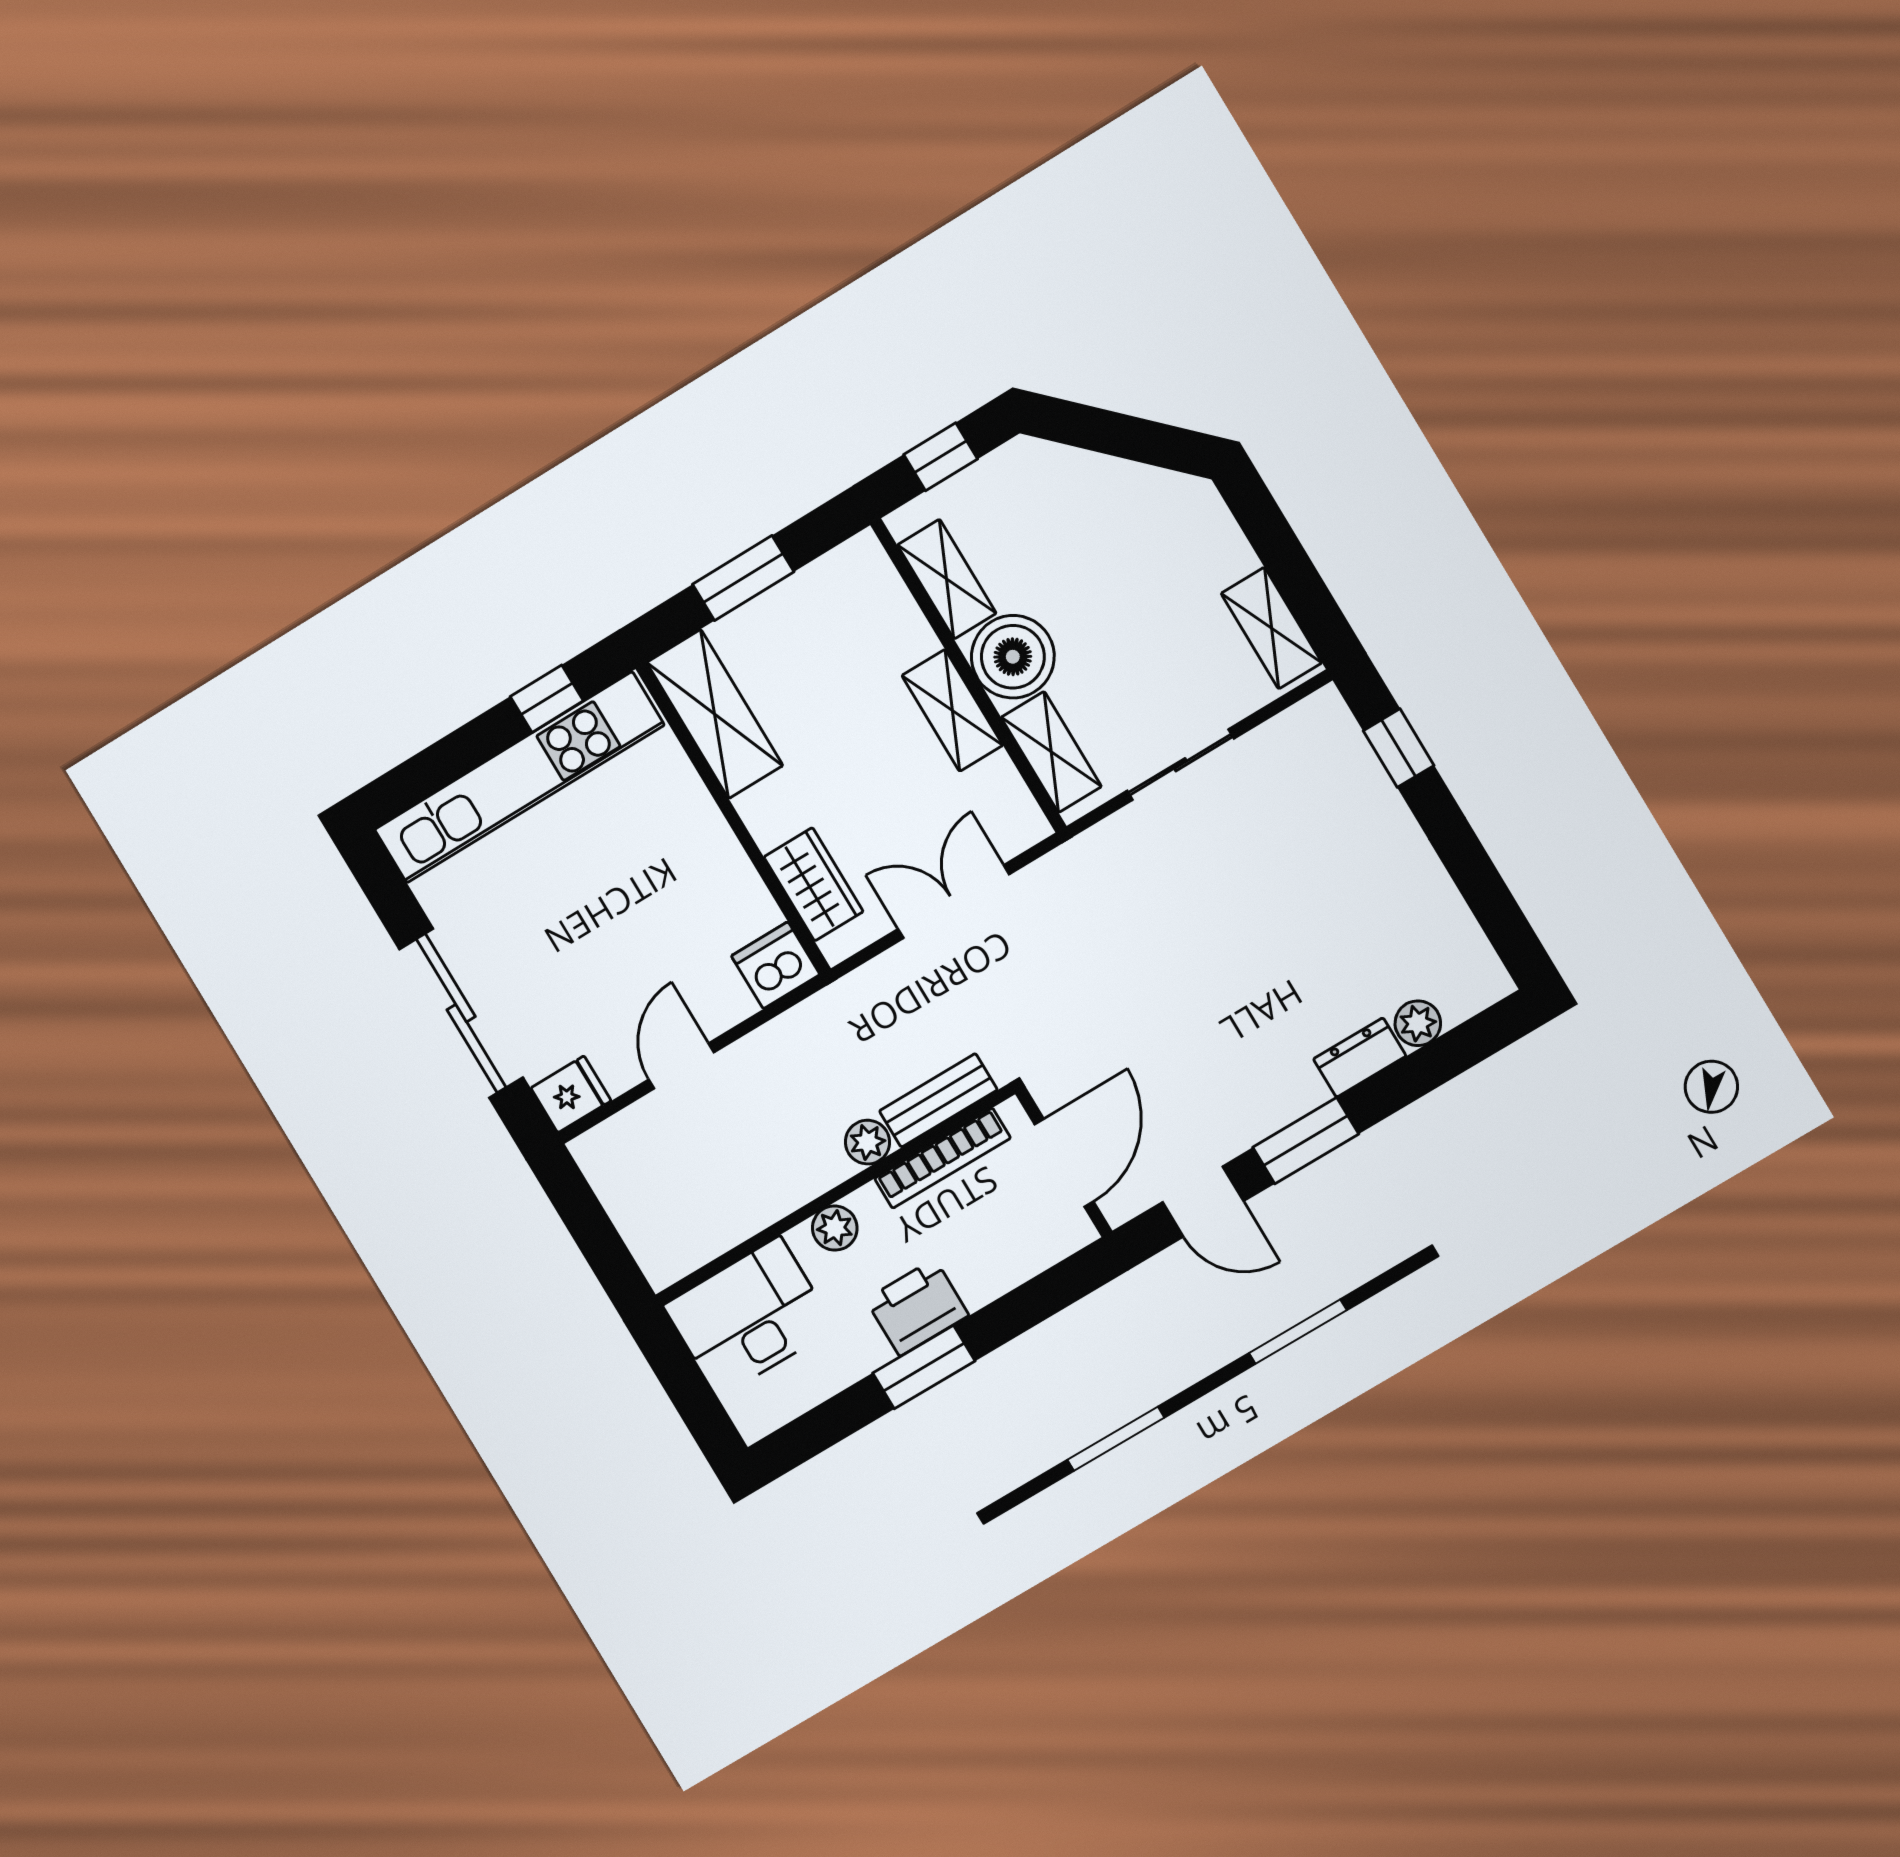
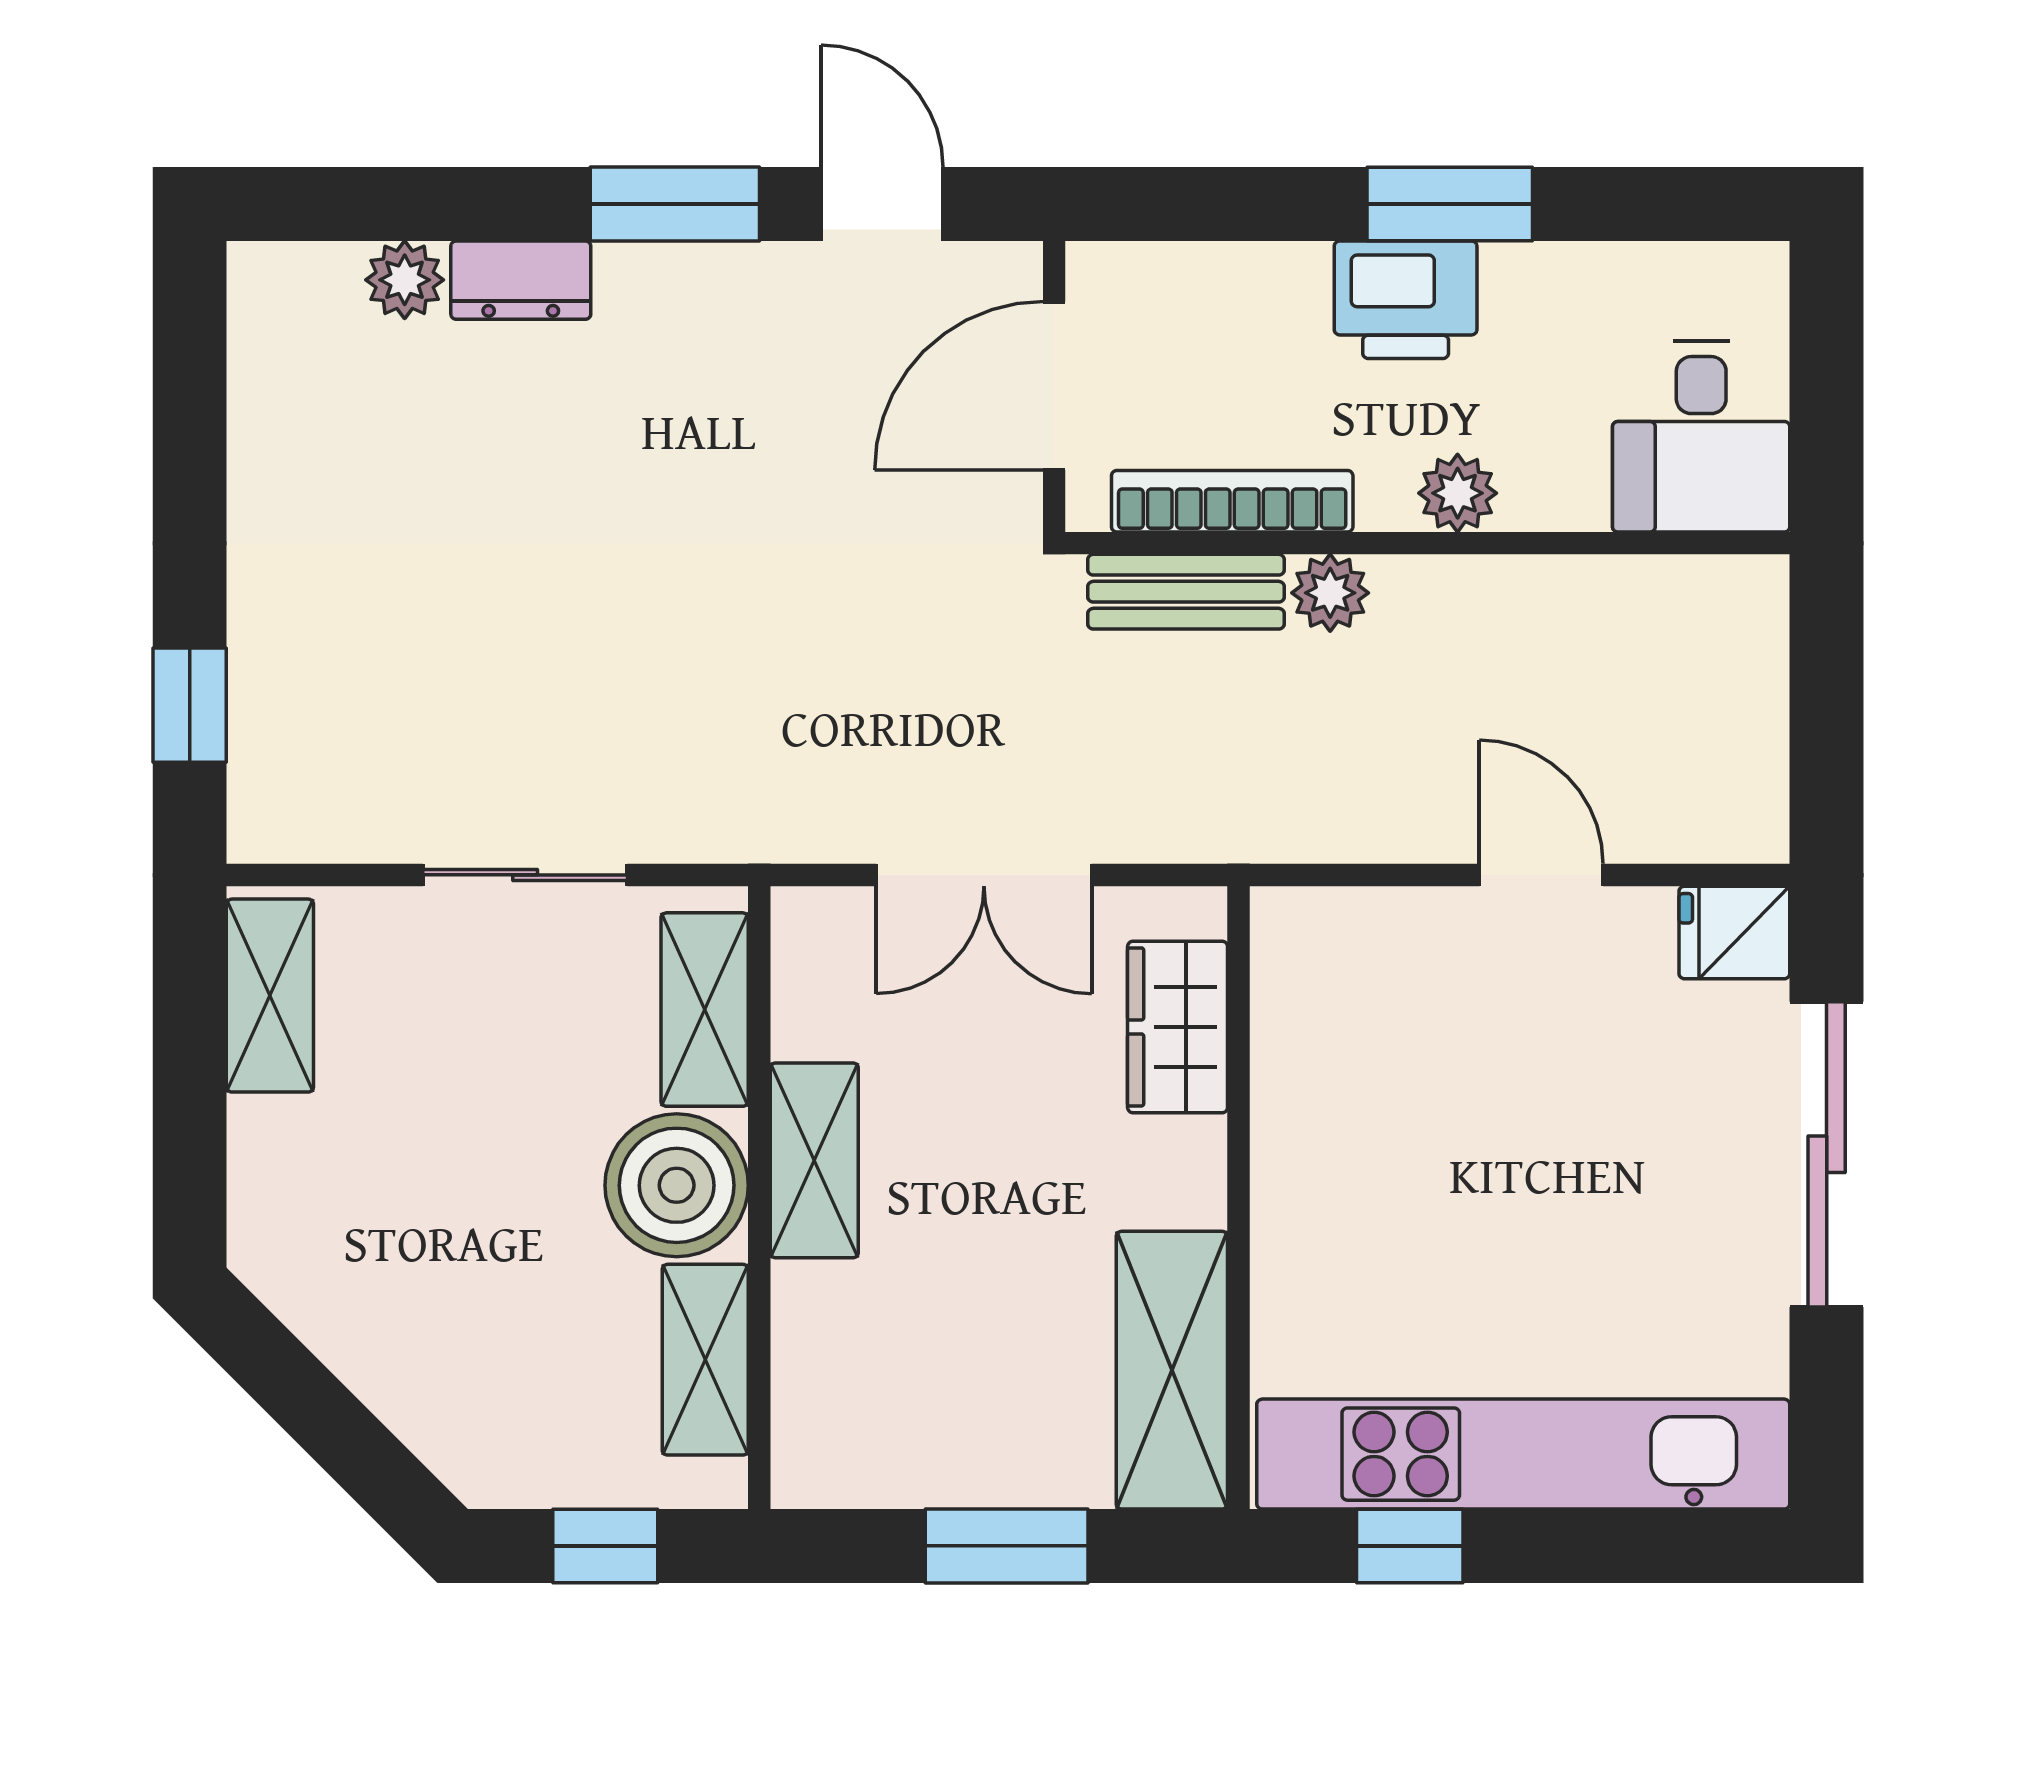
dishwasher: (776, 965) -> (1308, 940), removed
door: (681, 1066) -> (1541, 875), swing flipped
desk: (749, 1317) -> (1701, 437), width x0.73

